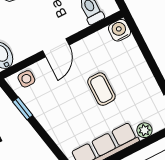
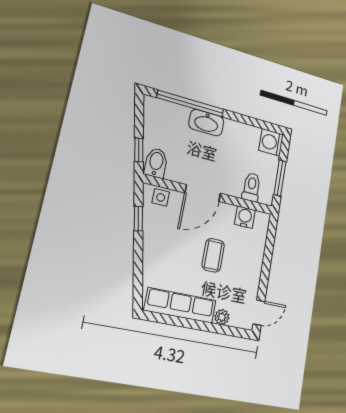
water cooler: (119, 30) -> (245, 217), moved
door: (56, 48) -> (203, 193), width x1.37

